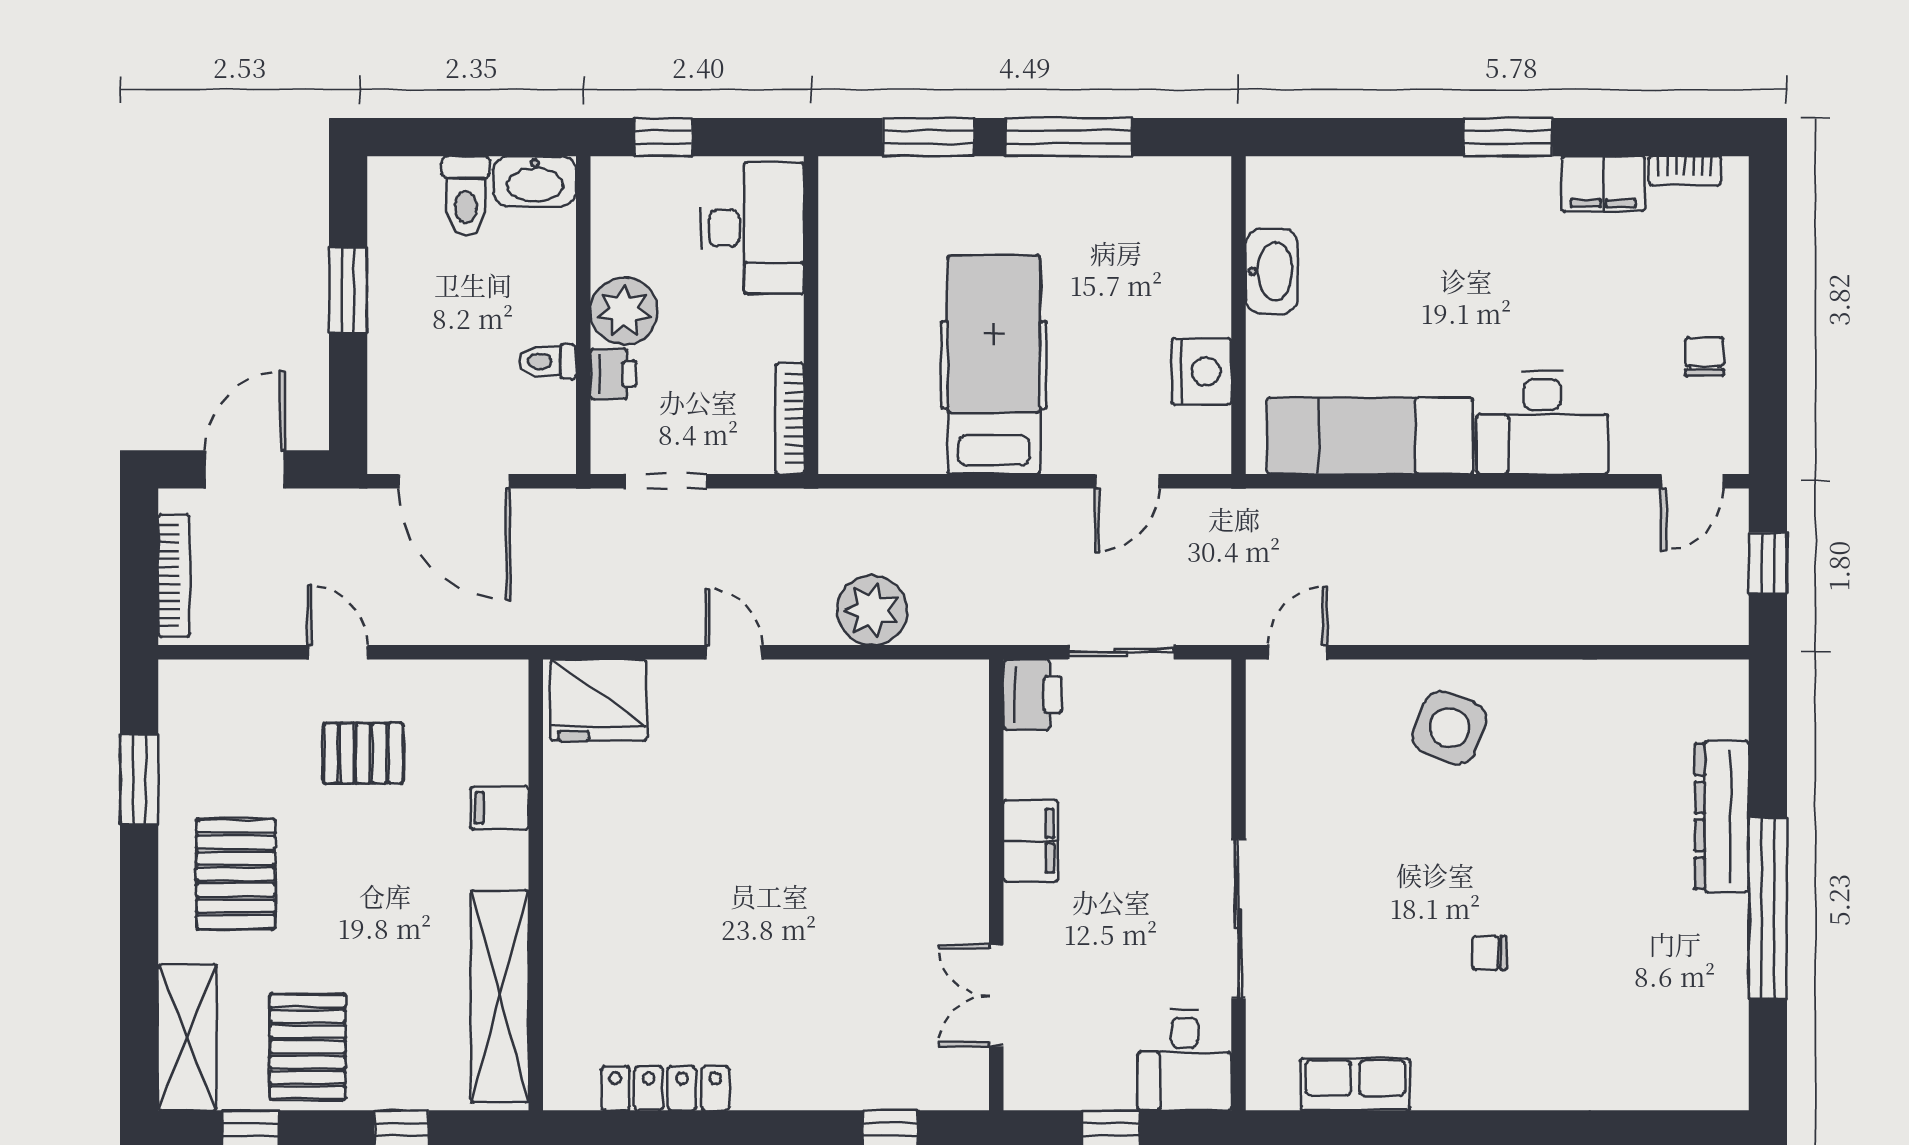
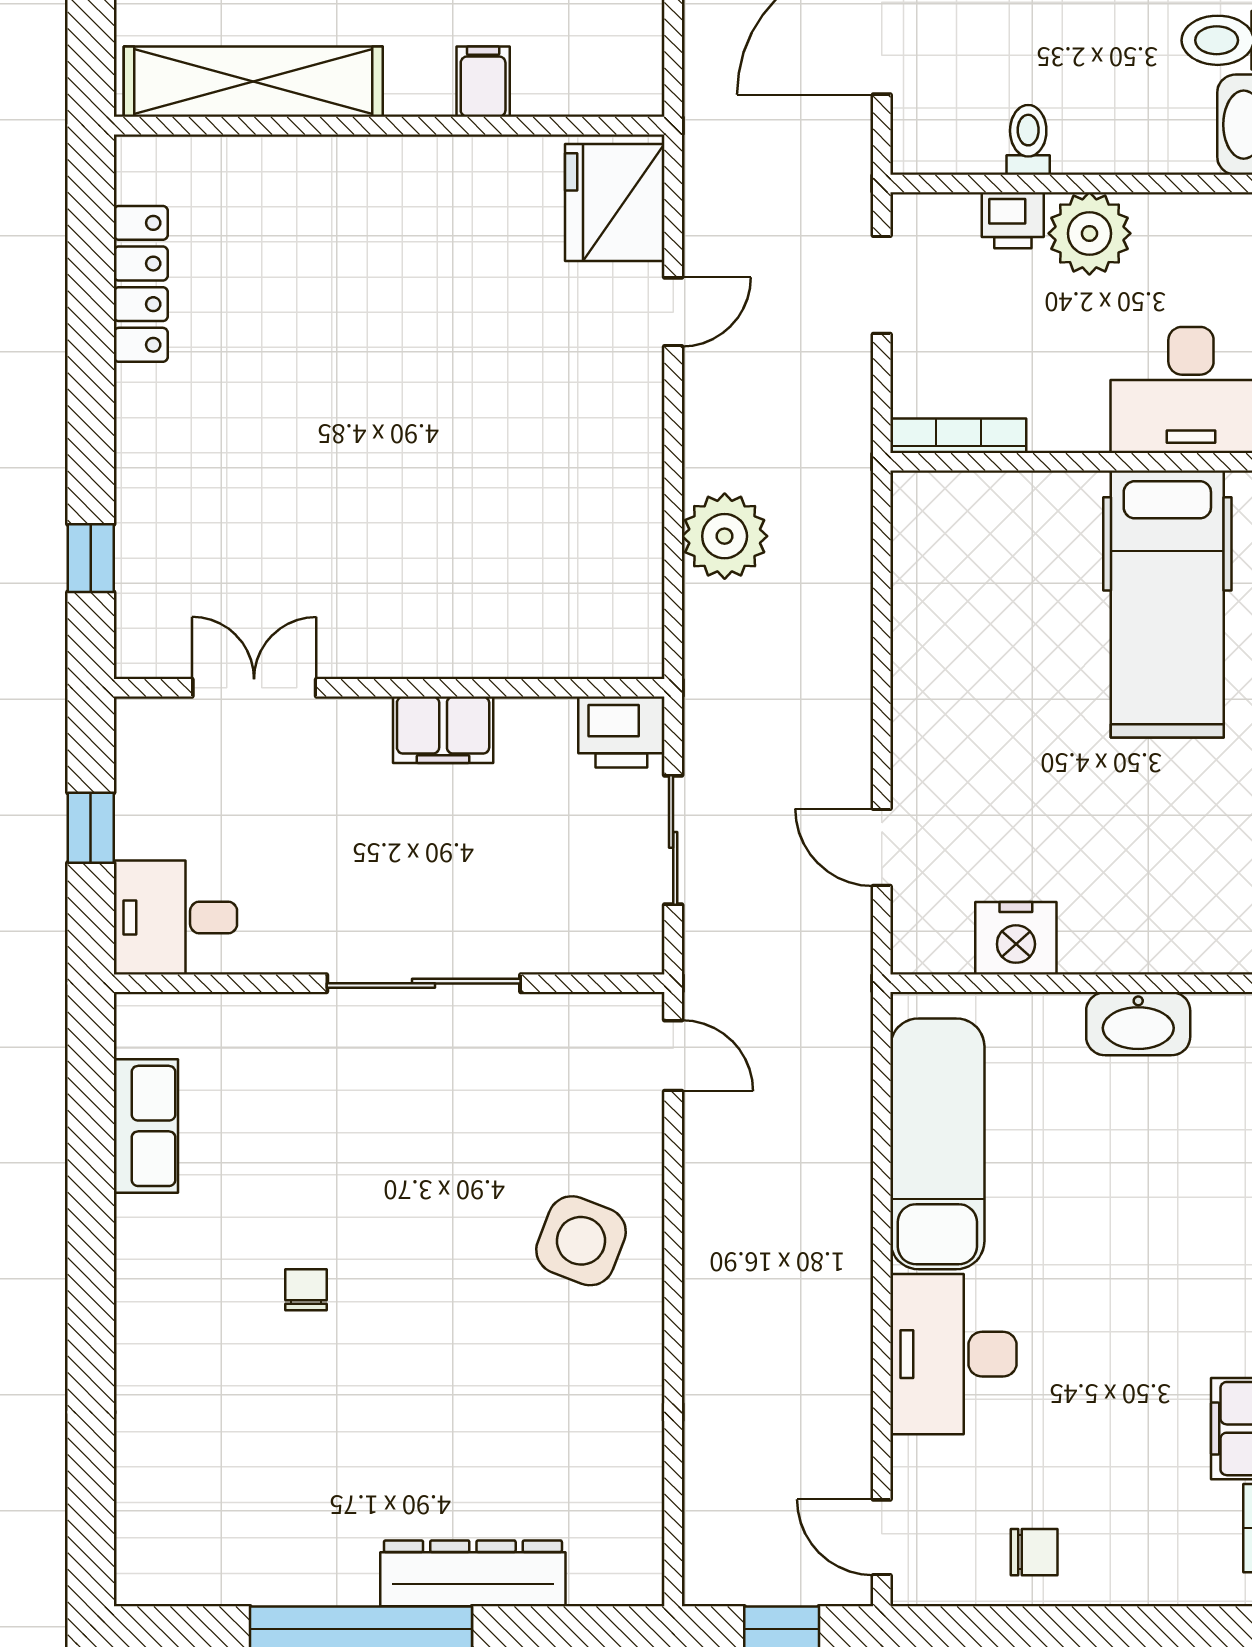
hospital bed: (994, 365) -> (1167, 604), moved, turned 90
door: (734, 652) -> (673, 312), moved
sliding door: (1238, 919) -> (424, 983), moved

